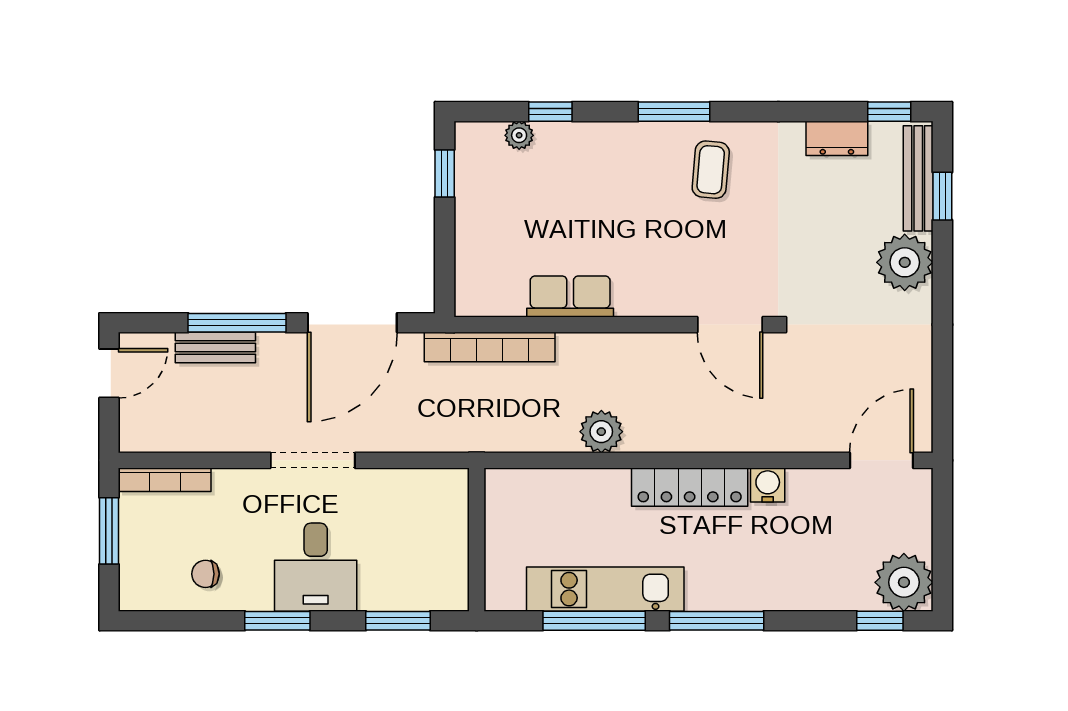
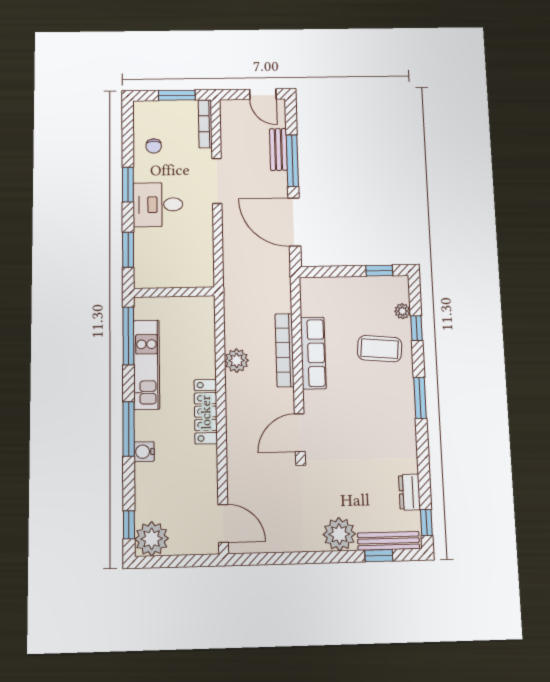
coffee table: (711, 170) -> (380, 349), moved, width x1.36, depth x1.30
row of seats: (570, 296) -> (313, 353), width x1.48
bookcase: (490, 347) -> (284, 350), moved
doorway: (313, 460) -> (217, 181), moved
water cooler: (768, 485) -> (144, 452), moved, turned 180
chair: (206, 574) -> (154, 146), turned 180
window: (594, 621) -> (128, 336), moved

